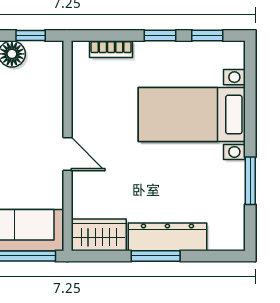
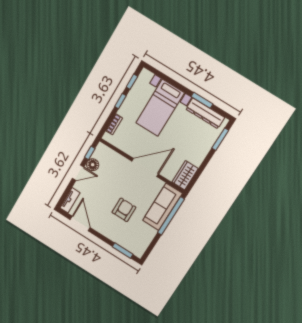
door: (67, 154) -> (145, 168), width x1.88
dresser: (167, 237) -> (205, 113), moved, turned -90
window: (156, 256) -> (220, 139), moved

